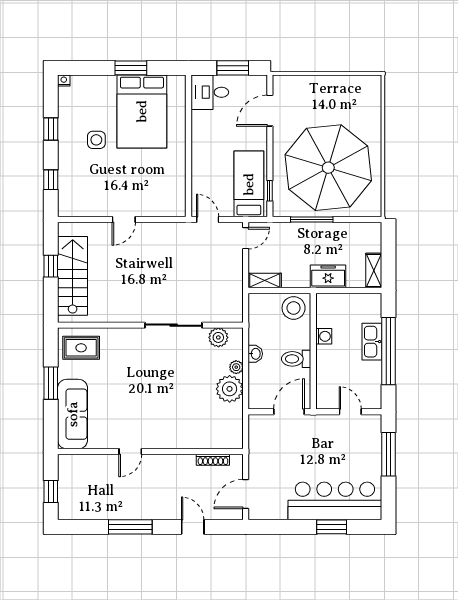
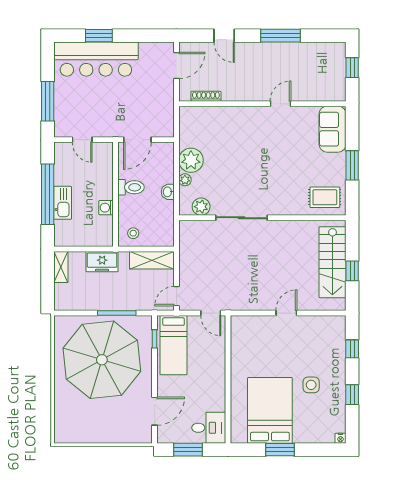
shelving: (265, 280) -> (152, 260), width x1.50, depth x1.33
stool: (294, 308) -> (133, 233), width x0.53, depth x0.53
sofa: (73, 414) -> (333, 129), width x0.73

